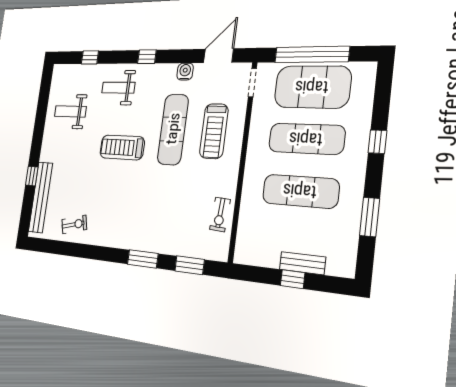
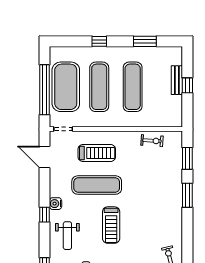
water cooler: (185, 72) -> (56, 204), moved

